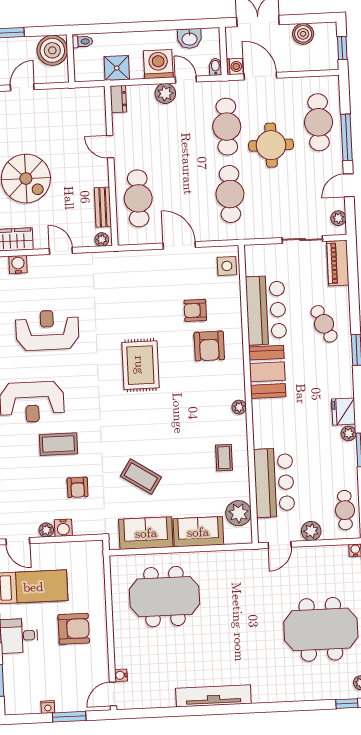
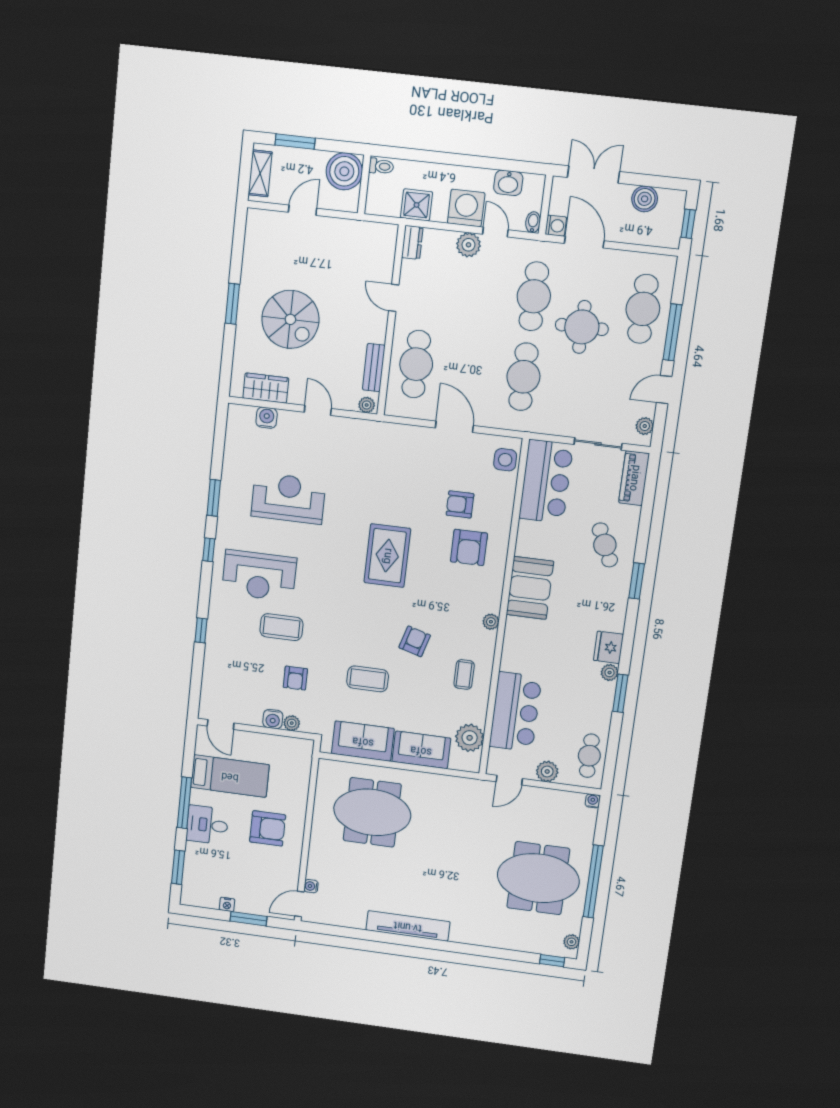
bar counter: (266, 310) -> (546, 481), moved
armchair: (176, 436) -> (415, 641), added
coffee table: (141, 477) -> (368, 679), turned -33
plant: (46, 530) -> (292, 723), moved

